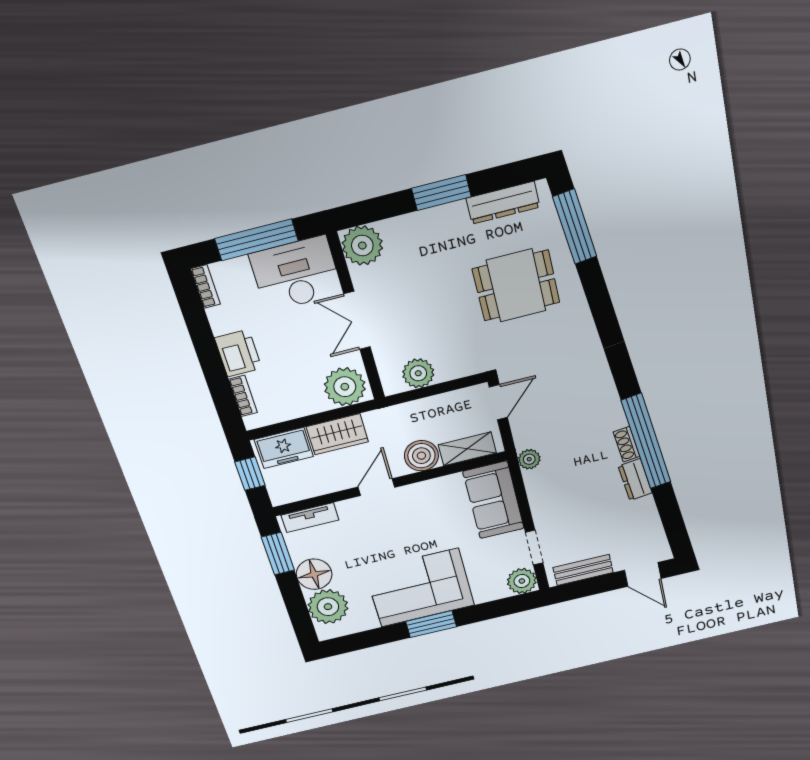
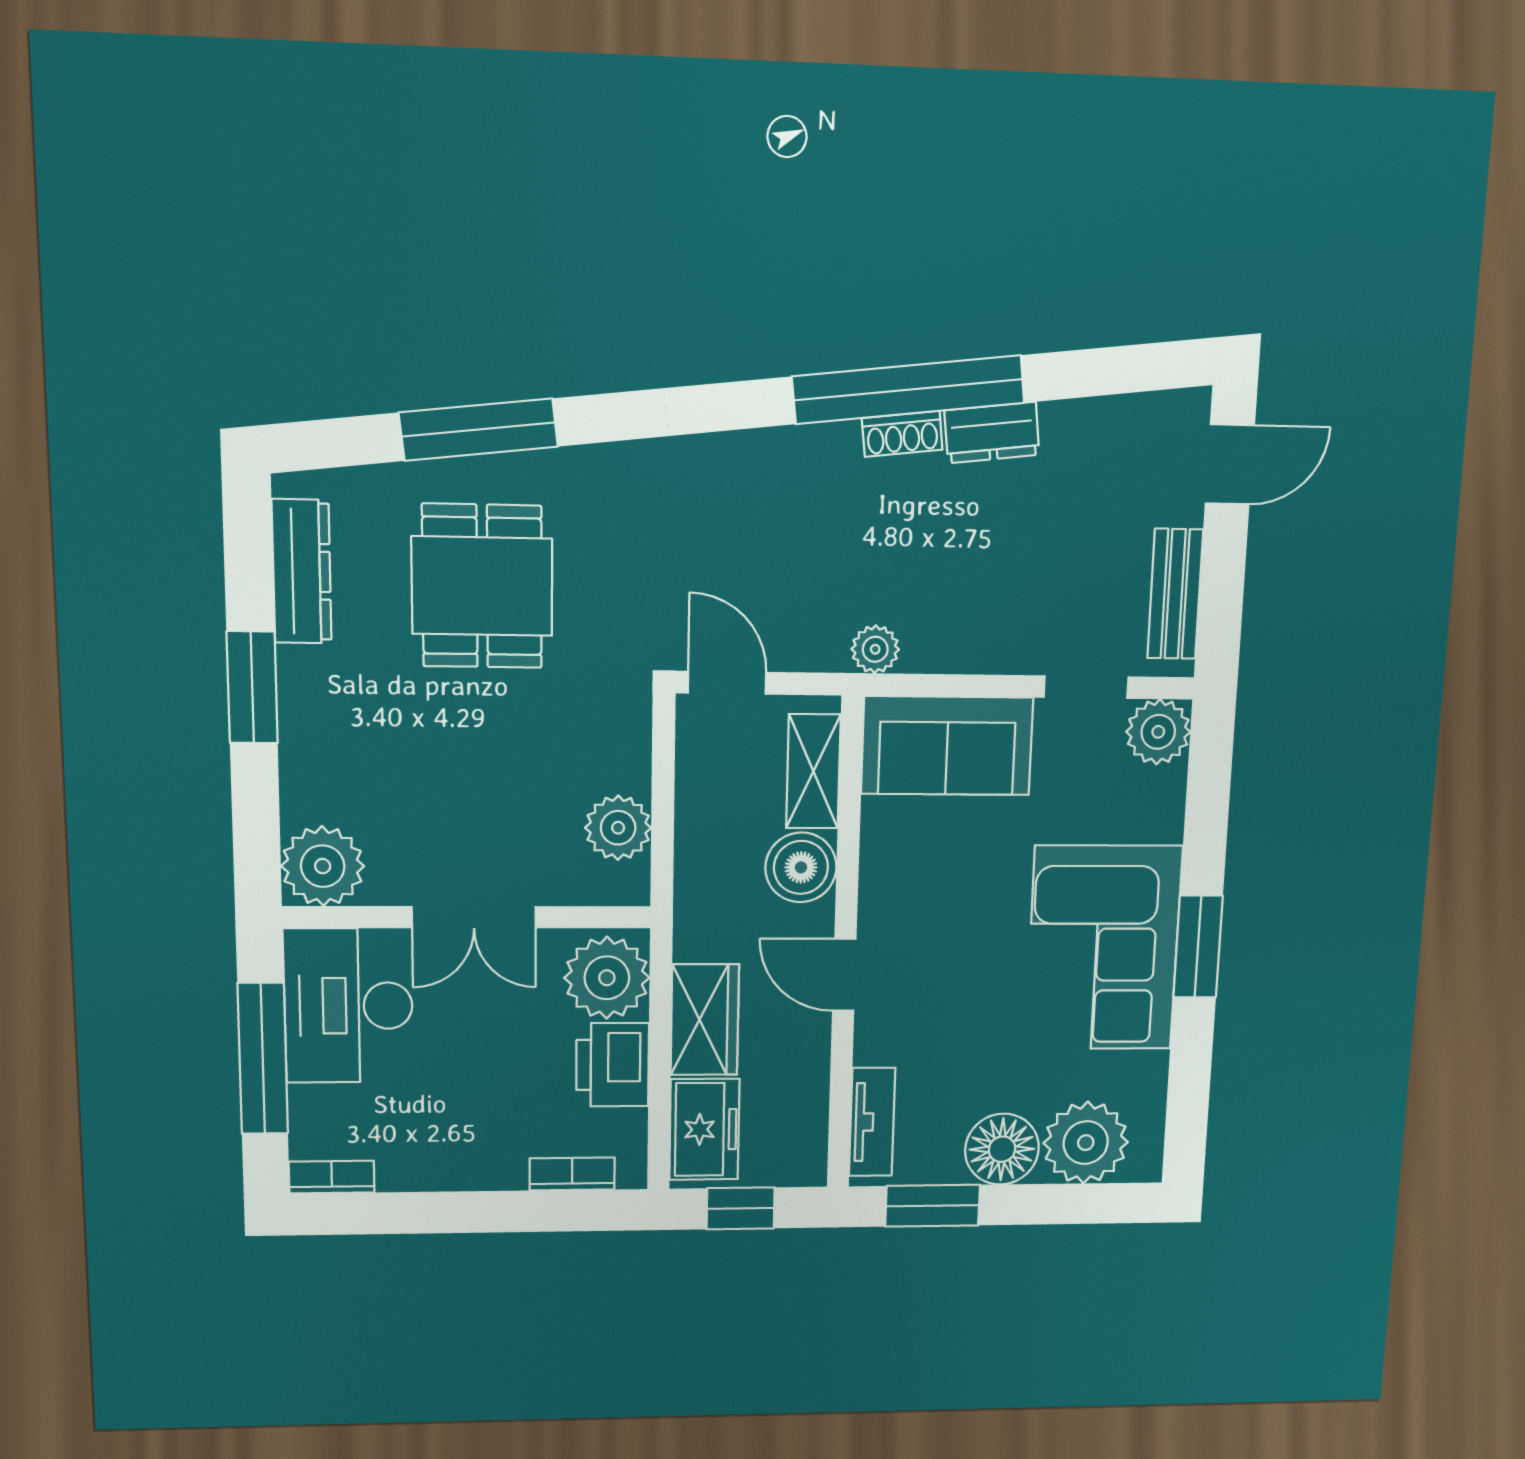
window: (575, 227) -> (479, 430), moved
printer: (238, 353) -> (613, 1065), moved, turned -90

